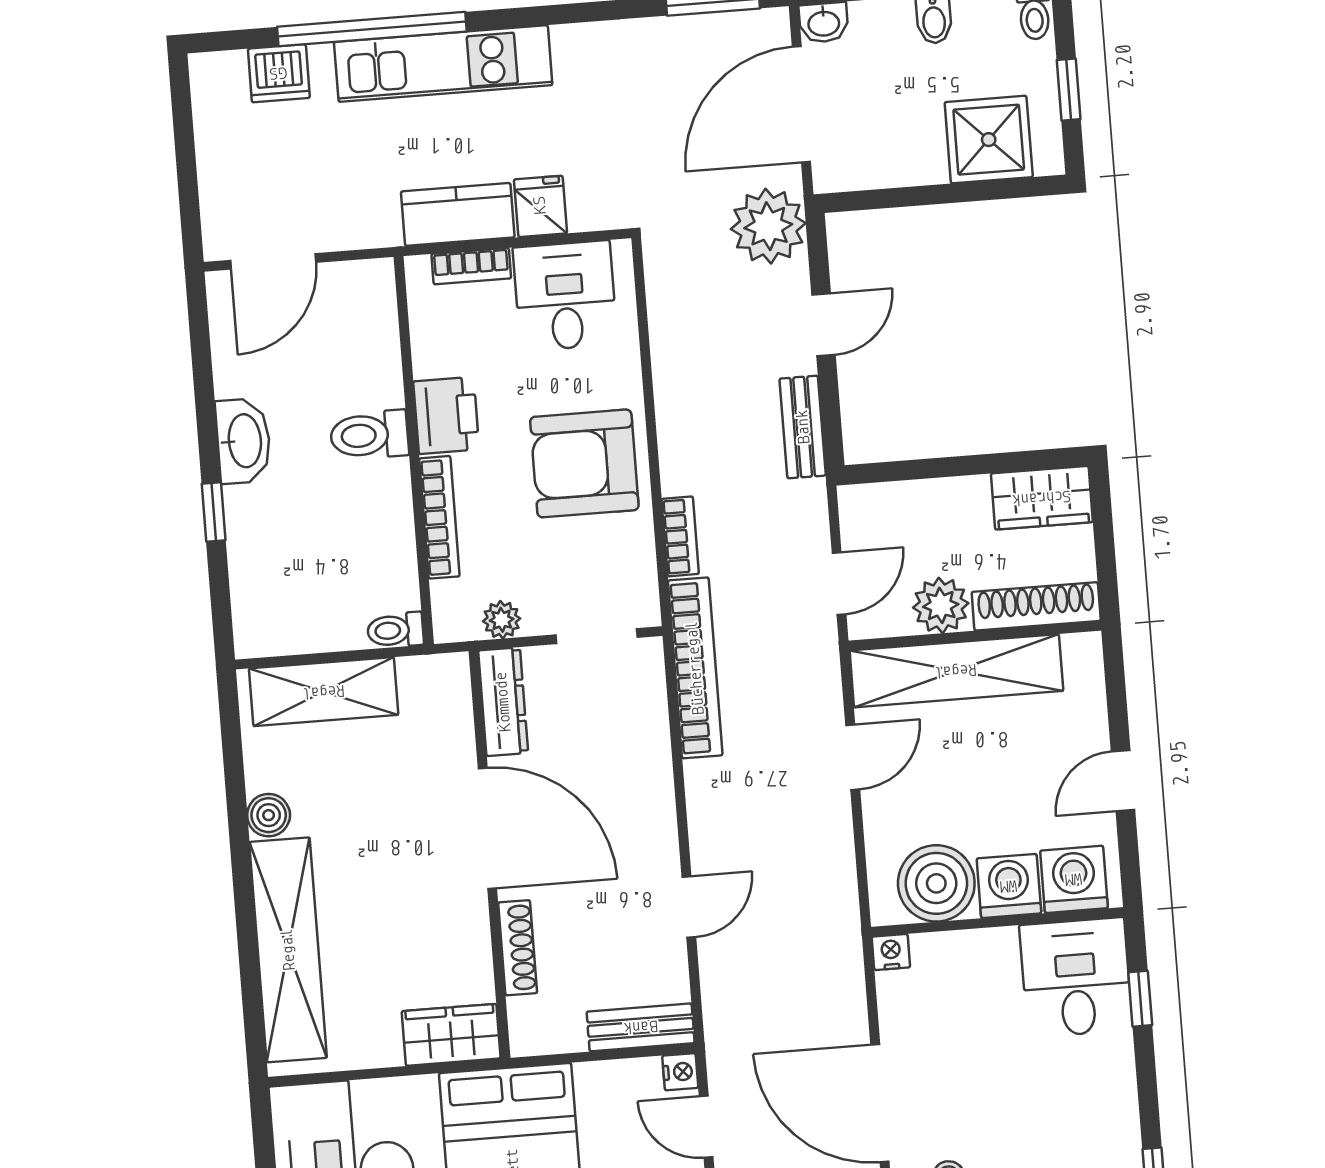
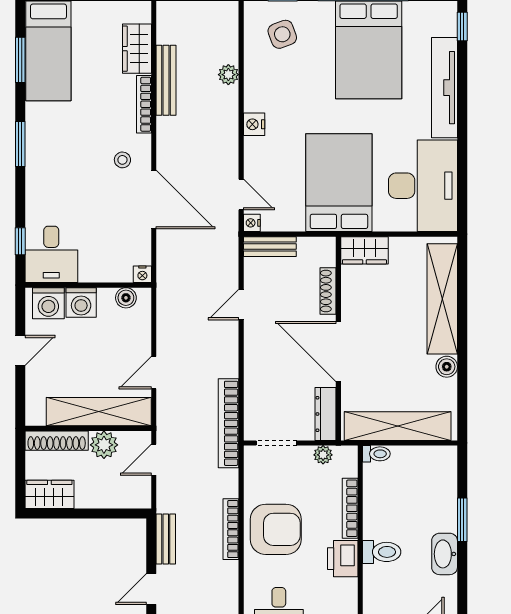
window: (214, 512) -> (462, 520), width x1.50
bookcase: (680, 536) -> (231, 529), moved, width x1.56
shelving: (324, 692) -> (398, 426), width x1.47
boiler: (936, 883) -> (126, 298), width x0.54, depth x0.54

